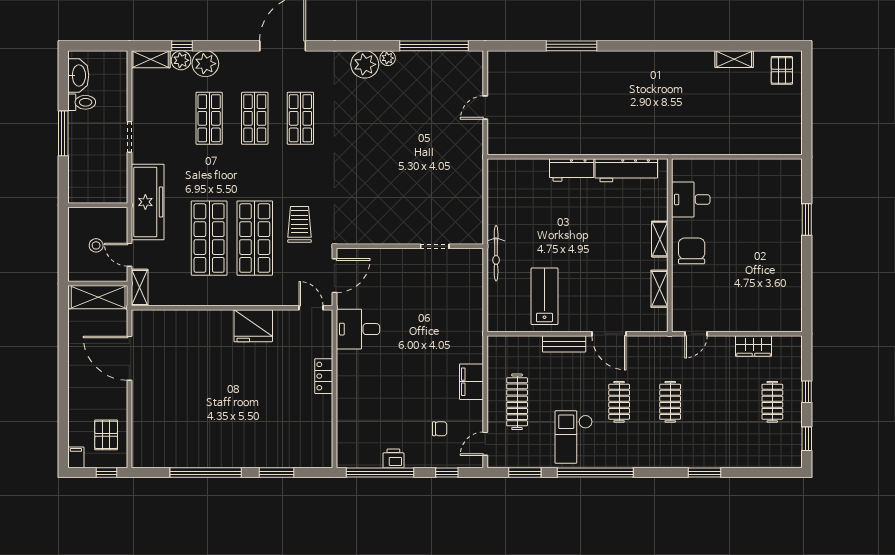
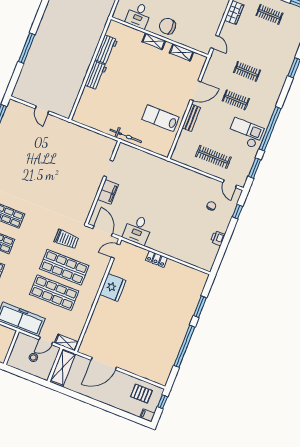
workbench: (626, 170) -> (106, 50), width x0.73
trolley: (300, 224) -> (66, 239), turned 180
filing cabinet: (472, 382) -> (108, 192), moved, turned -90
checkout: (574, 437) -> (245, 133), turned 180
window: (380, 473) -> (223, 249), removed

